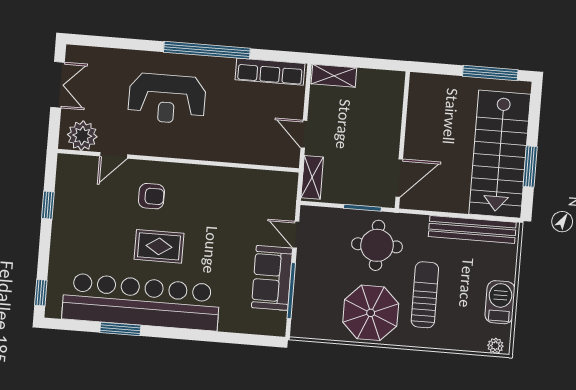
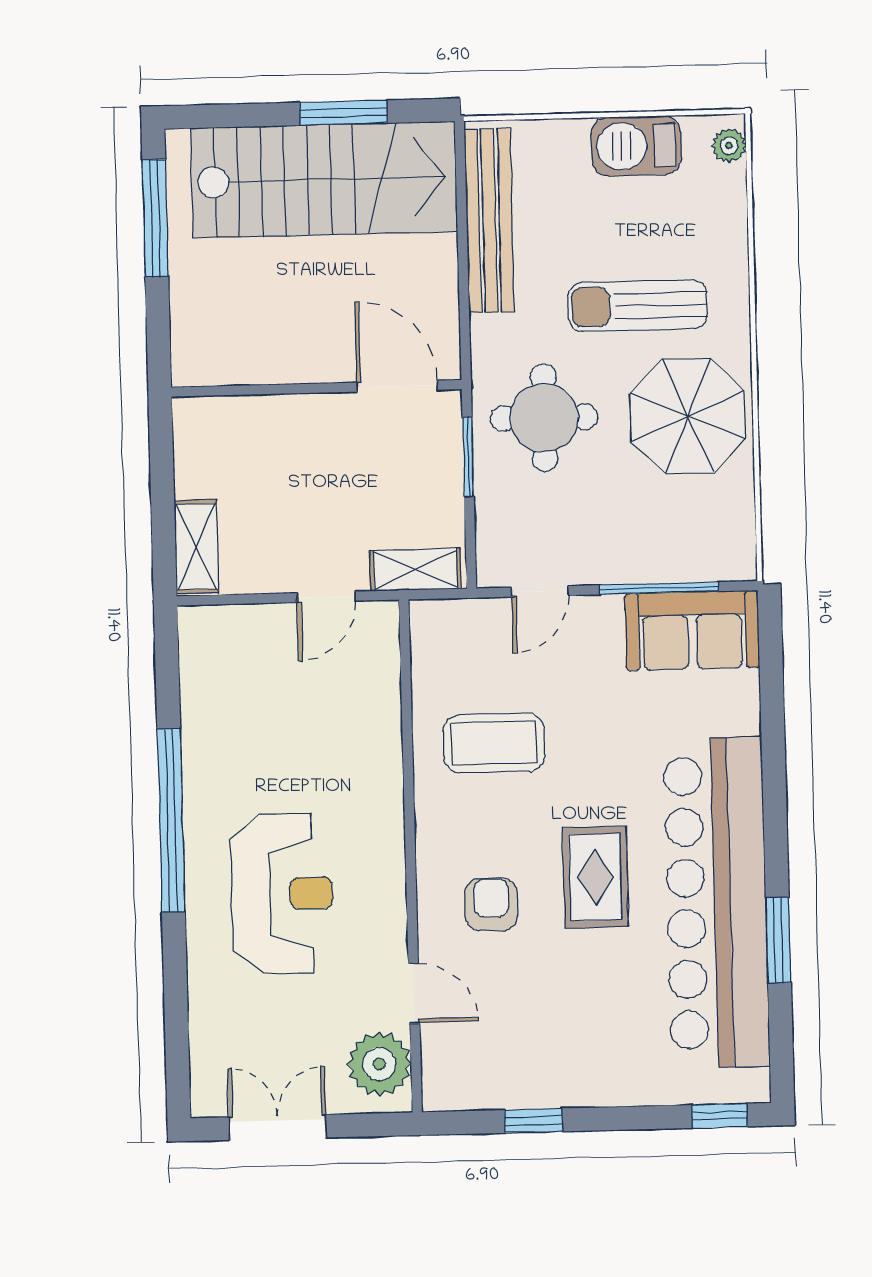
row of seats: (270, 72) -> (202, 682), removed
coffee table: (227, 206) -> (494, 743), added
sofa: (272, 278) -> (692, 630), moved

